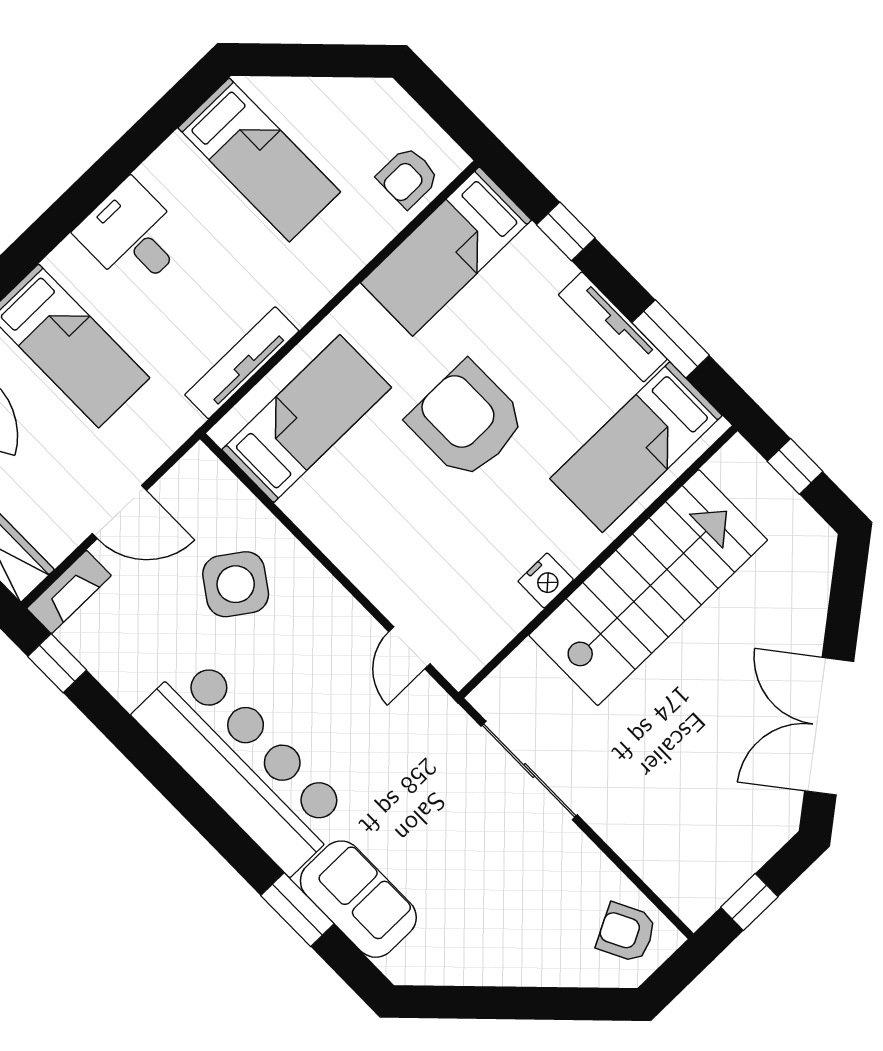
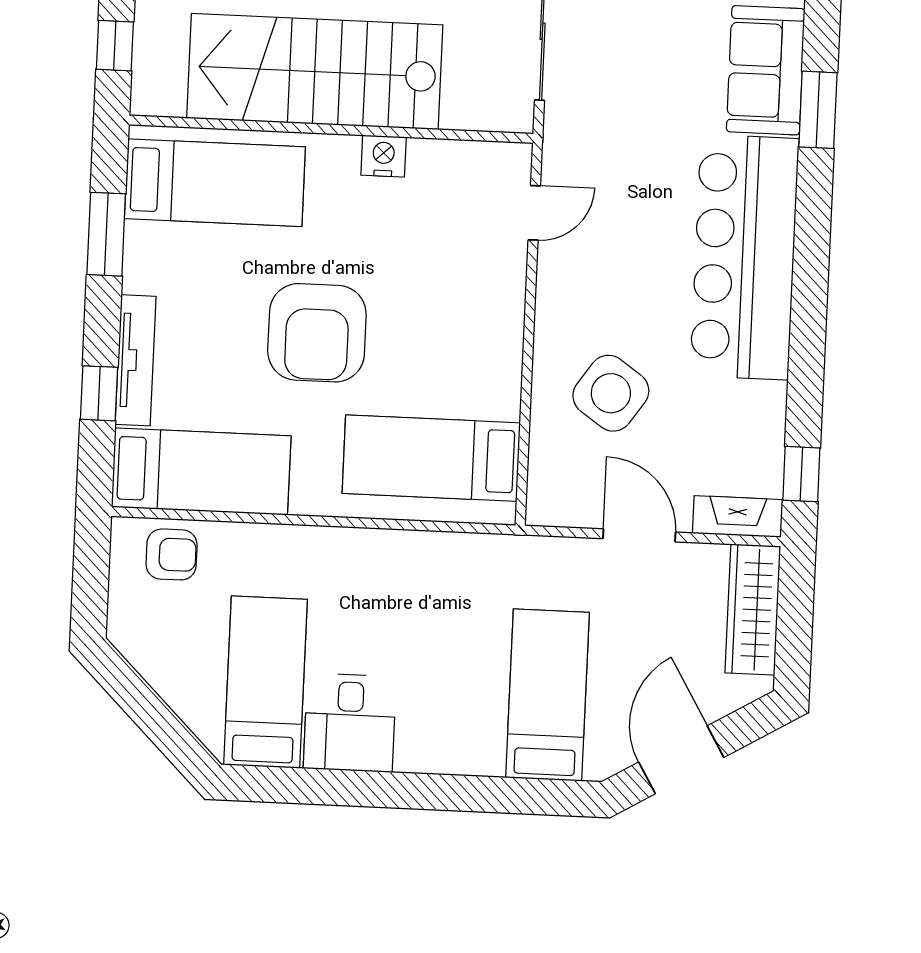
desk: (132, 235) -> (350, 723), moved
tv unit: (613, 327) -> (136, 360), moved
tv unit: (242, 363) -> (435, 549), removed

